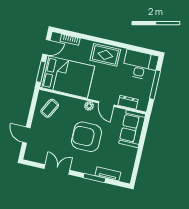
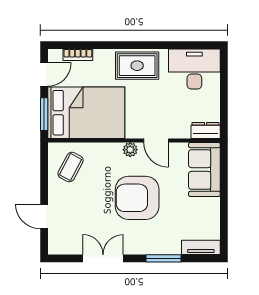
window: (155, 85) -> (224, 94), removed
dresser: (128, 102) -> (206, 130), moved
tv unit: (108, 174) -> (201, 247), moved

